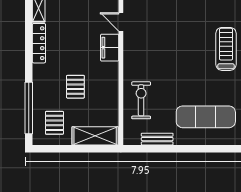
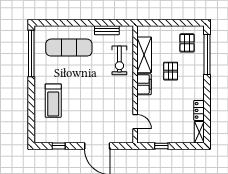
locker: (39, 43) -> (199, 110), width x0.66
filing cabinet: (110, 48) -> (144, 84), moved
shelving: (95, 136) -> (144, 55), moved, turned 90

